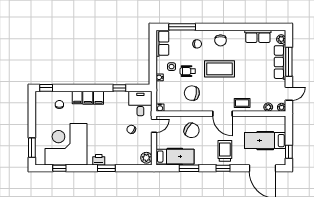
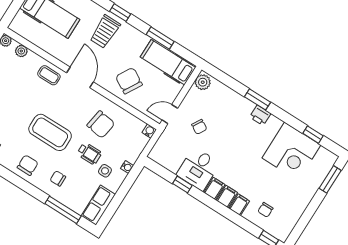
desk: (140, 103) -> (198, 169), moved
corner desk: (66, 144) -> (291, 152), width x0.74, depth x0.74

